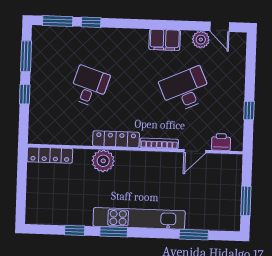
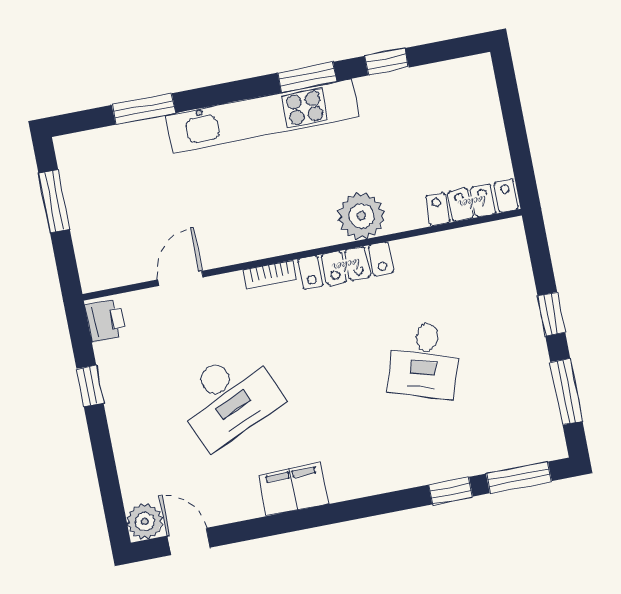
plant: (201, 40) -> (145, 522), moved
printer: (221, 142) -> (105, 321), moved, turned -90
bookcase: (159, 143) -> (270, 275), width x0.64

